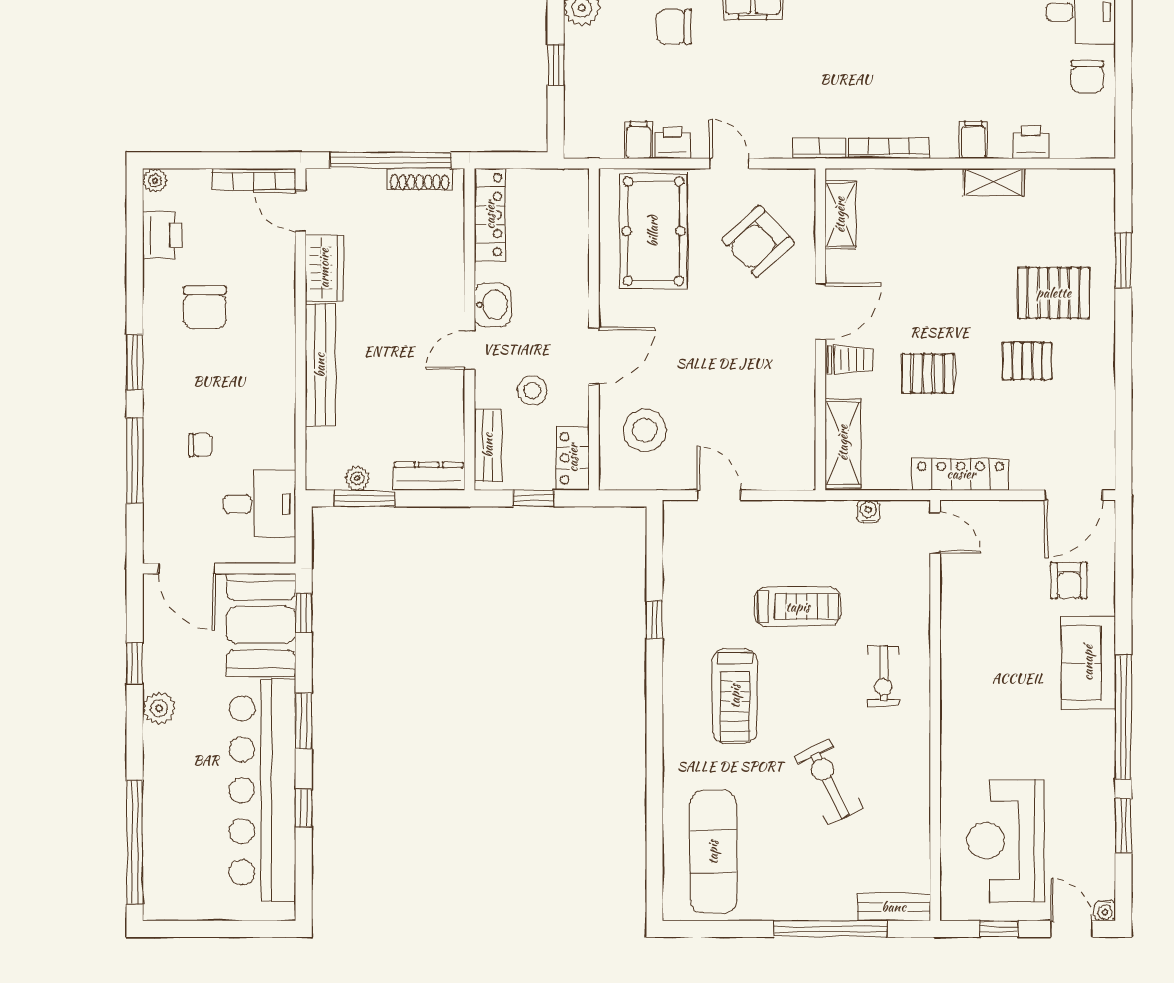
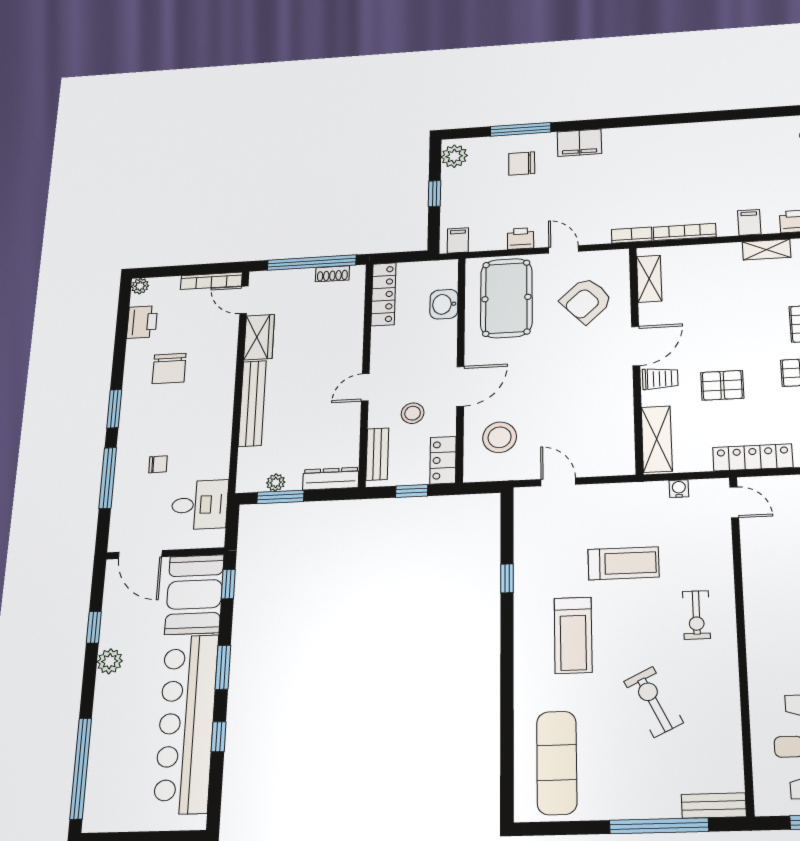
filing cabinet: (638, 140) -> (458, 240), moved
shoe rack: (420, 179) -> (332, 274), width x0.70
washbasin: (493, 305) -> (444, 304), moved, turned 180

